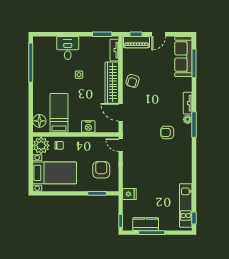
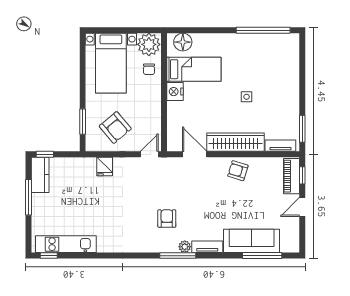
door: (159, 34) -> (302, 207), hinge flipped
desk: (68, 48) -> (283, 81), removed
sofa: (183, 57) -> (252, 241), moved
door: (121, 112) -> (195, 154), hinge flipped
nightstand: (88, 127) -> (175, 92), moved
armchair: (101, 170) -> (115, 127), turned 50
fridge: (129, 194) -> (105, 166), moved
kitchen counter: (146, 224) -> (40, 175), moved

